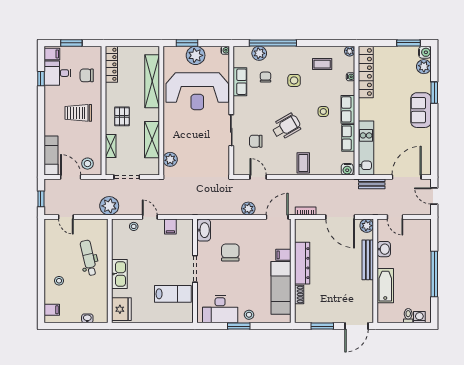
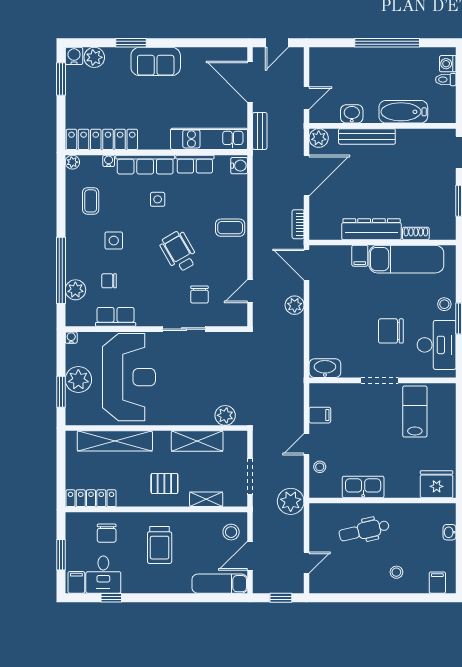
row of seats: (348, 109) -> (145, 165), width x1.48
chair: (230, 252) -> (391, 331), moved
kitchen sink: (119, 274) -> (363, 487), moved

